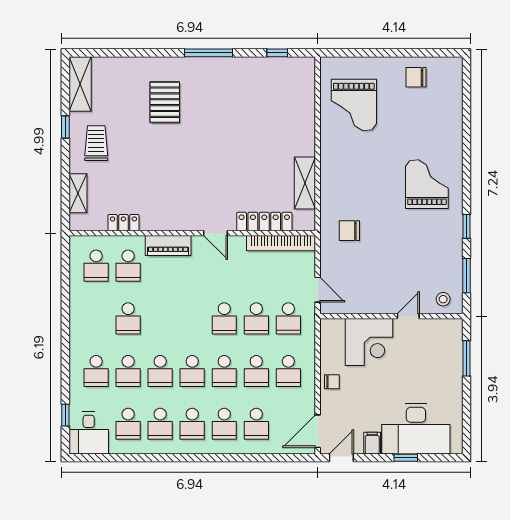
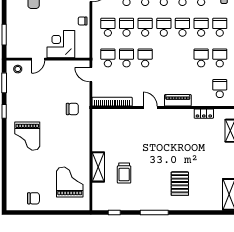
trolley: (96, 143) -> (124, 173), moved
shelving: (305, 183) -> (98, 167), moved
locker: (264, 222) -> (122, 114), removed
school desk: (128, 266) -> (220, 58), moved

